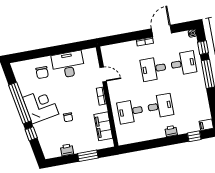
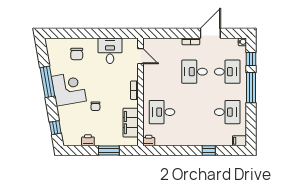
desk: (68, 65) -> (110, 51), width x0.73
door: (103, 74) -> (141, 56), moved
window: (20, 103) -> (47, 82), width x0.68
desk: (160, 106) -> (227, 112), moved
printer: (171, 131) -> (149, 141), moved
window: (31, 134) -> (55, 128), moved
window: (194, 136) -> (209, 151), moved

